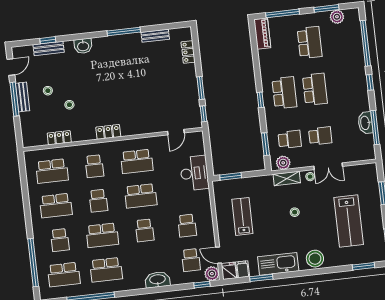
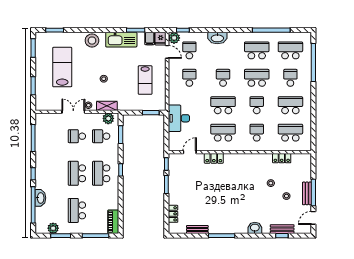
washbasin: (365, 123) -> (40, 198), moved
locker: (108, 132) -> (214, 158), moved

